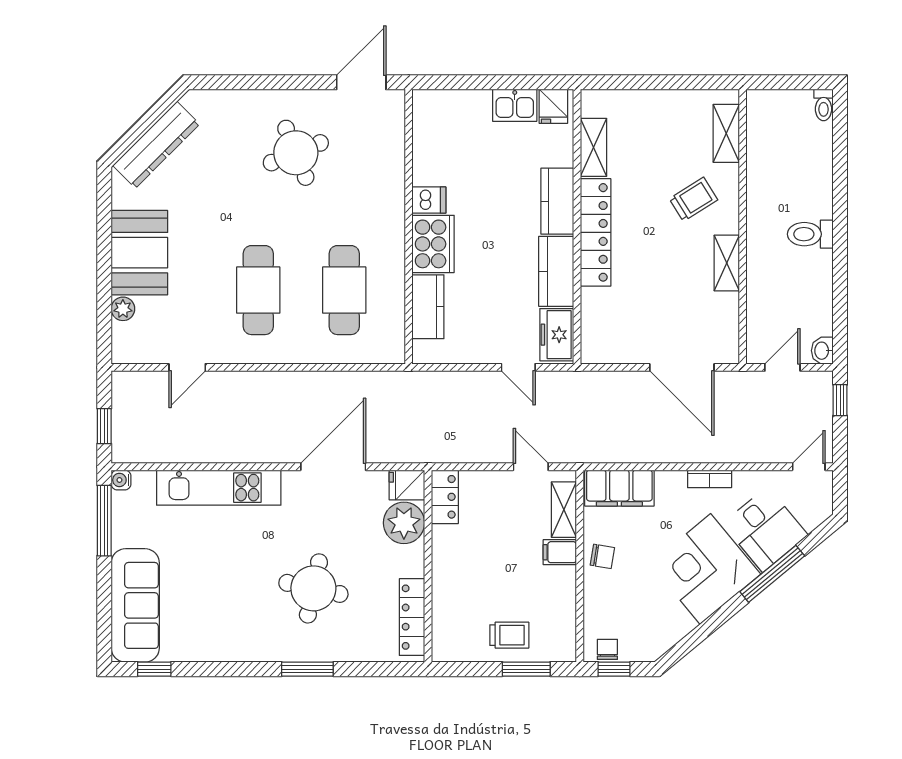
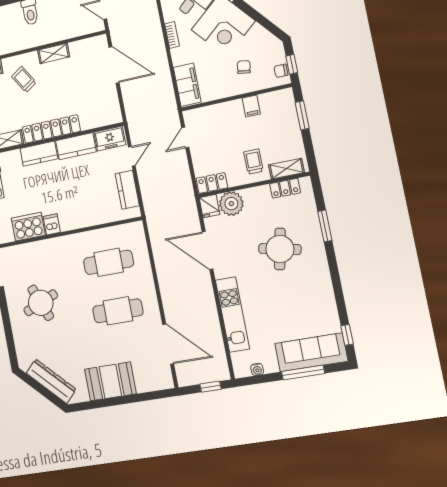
cooker: (433, 244) -> (28, 227), moved
kitchen counter: (428, 307) -> (127, 190), moved, turned -90
plant: (123, 309) -> (143, 386), removed
door: (187, 367) -> (168, 344), width x1.88
door: (682, 367) -> (114, 65), hinge flipped
water cooler: (121, 480) -> (257, 369), moved
shelving: (564, 510) -> (286, 169), moved
window: (104, 521) -> (303, 373), moved
filing cabinet: (560, 552) -> (251, 106), moved
chair: (602, 556) -> (244, 67), moved
locker: (412, 617) -> (285, 188), width x0.66
trolley: (509, 635) -> (253, 162), moved
window: (307, 669) -> (325, 226), moved

